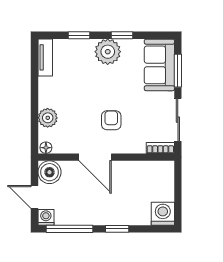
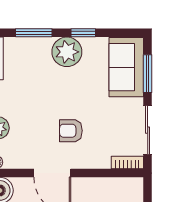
window: (79, 35) -> (34, 33), width x1.50
armchair: (111, 120) -> (71, 131), turned -90

